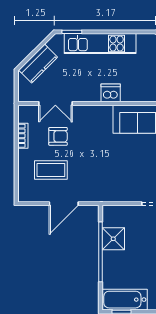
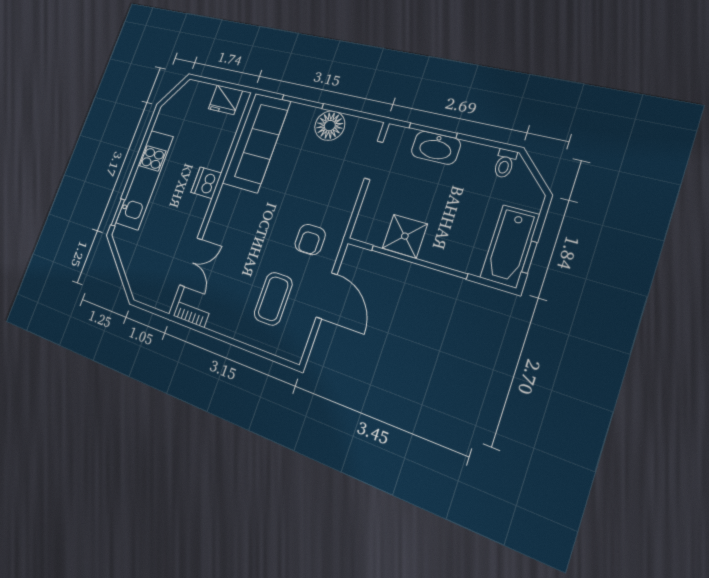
kitchen counter: (38, 64) -> (136, 269), removed
bookcase: (23, 136) -> (191, 315), moved
armchair: (58, 136) -> (310, 240), moved, turned 180

